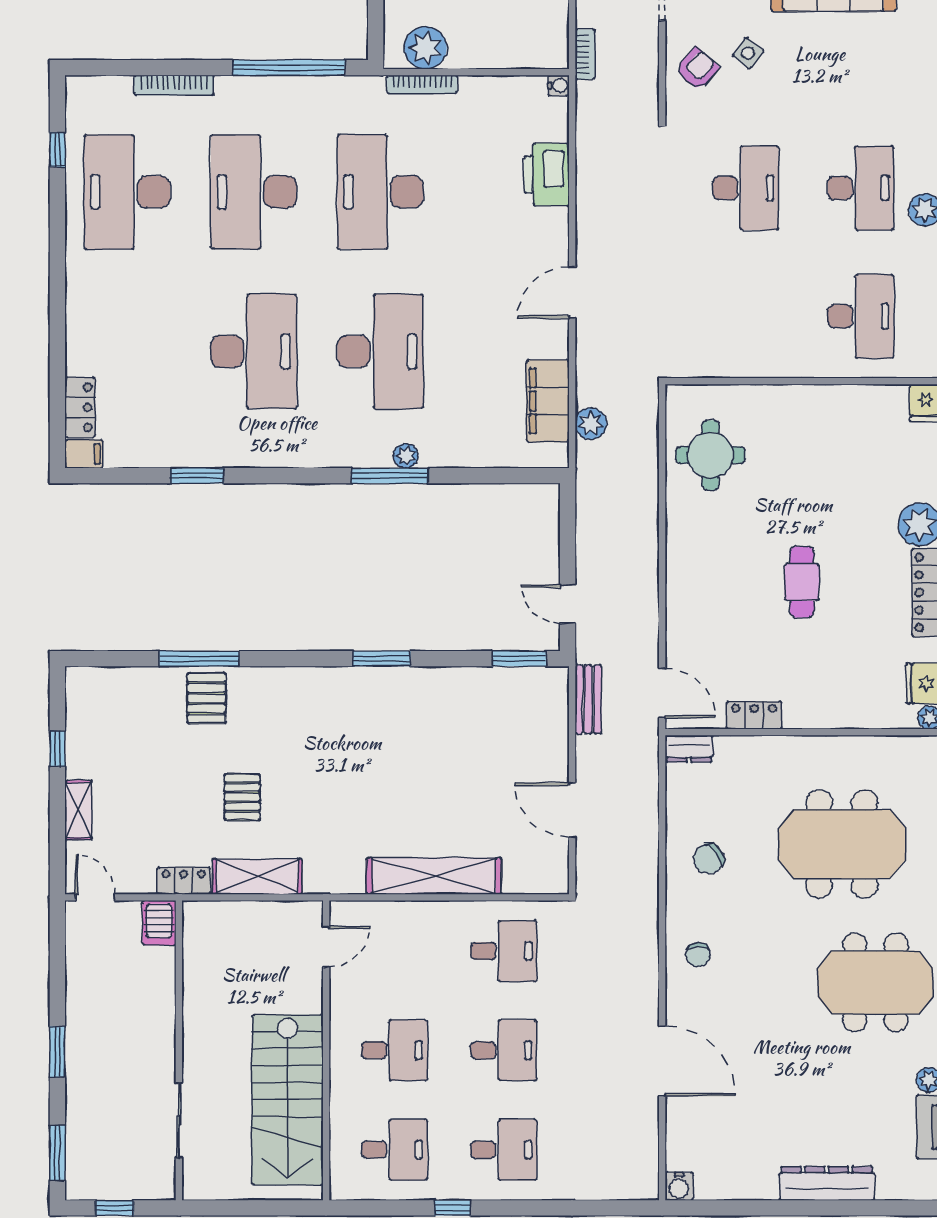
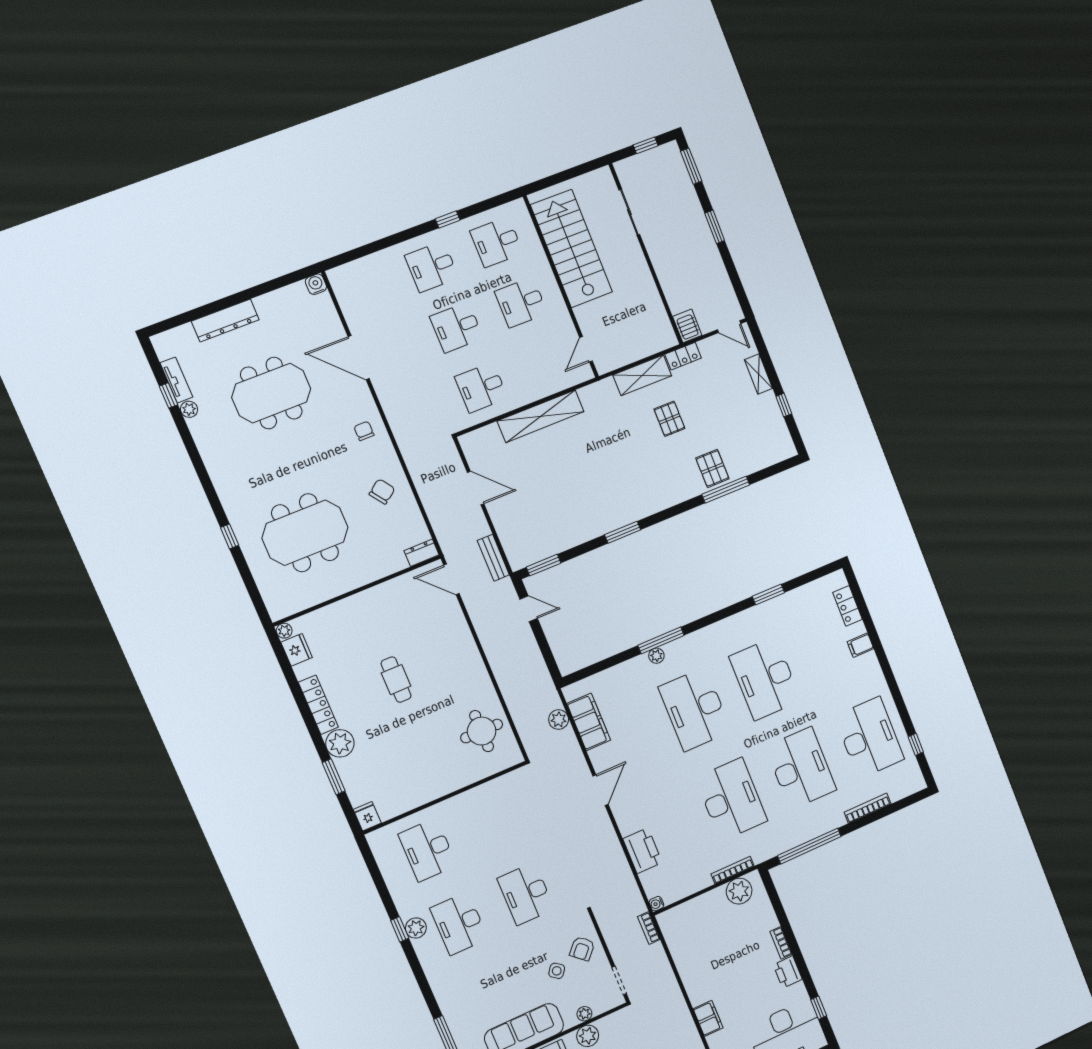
filing cabinet: (84, 454) -> (860, 645), moved
locker: (754, 715) -> (391, 589), removed
meeting table: (875, 982) -> (271, 393), moved

